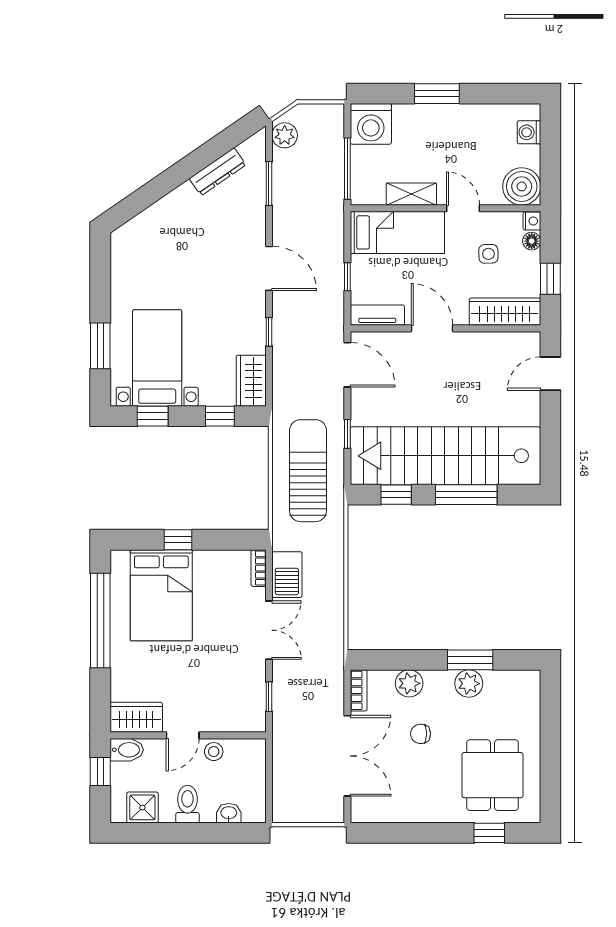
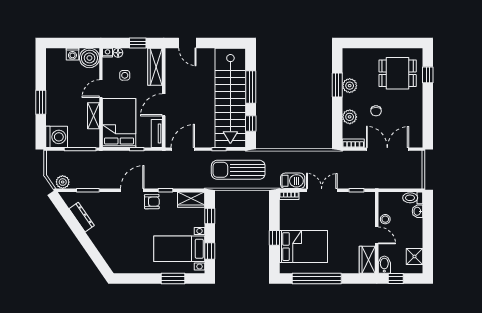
washing machine: (529, 132) -> (72, 54), moved
bed: (397, 232) -> (119, 123), width x1.50
armchair: (247, 306) -> (152, 202), added
toilet: (188, 804) -> (413, 198), moved

